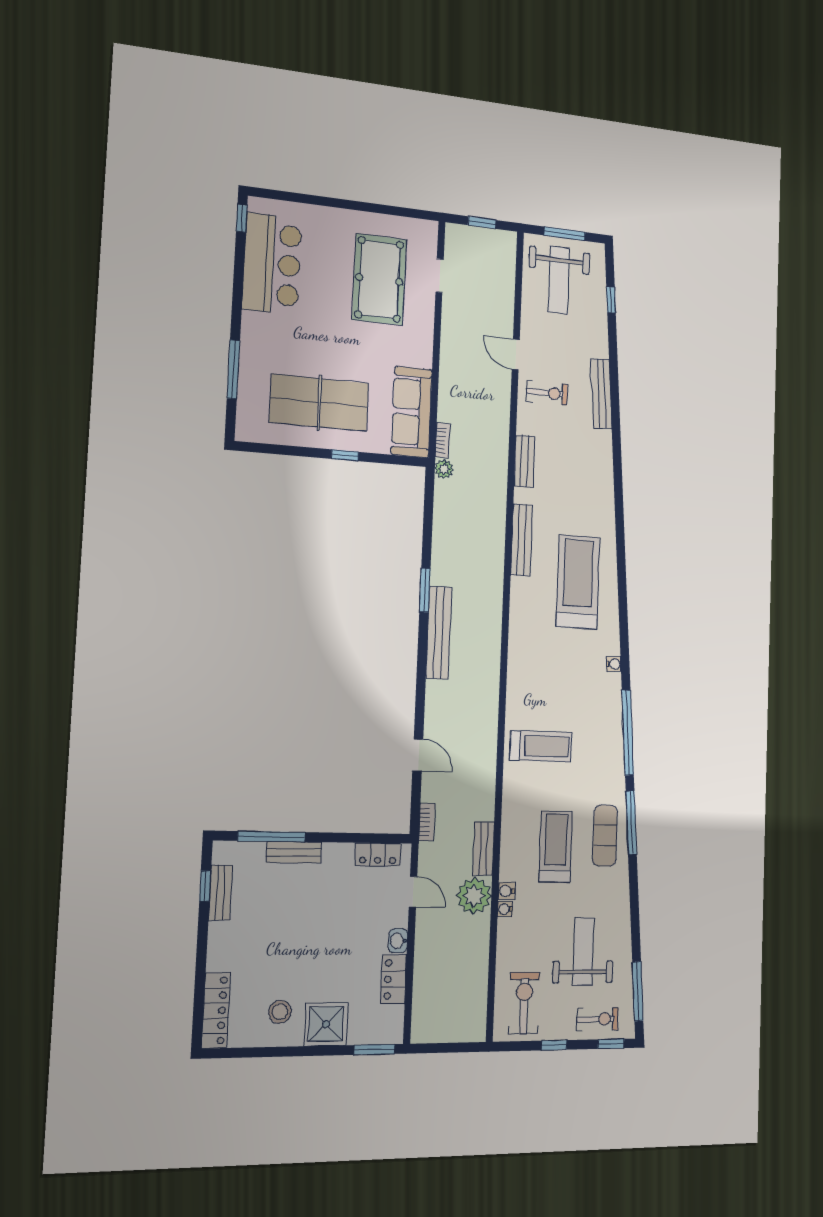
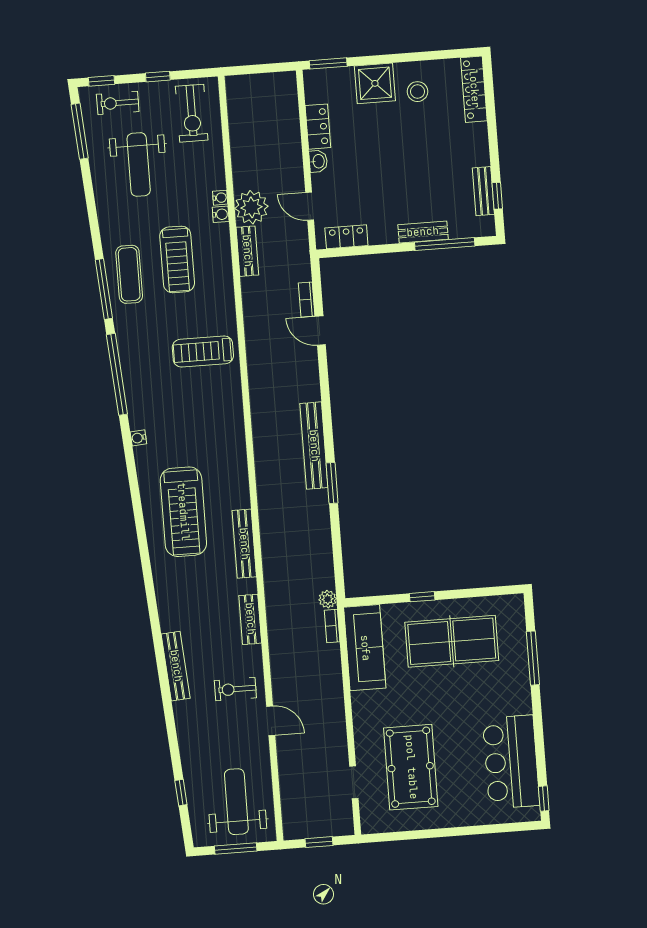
bench: (601, 394) -> (176, 666), moved
bookcase: (427, 822) -> (307, 300), moved

